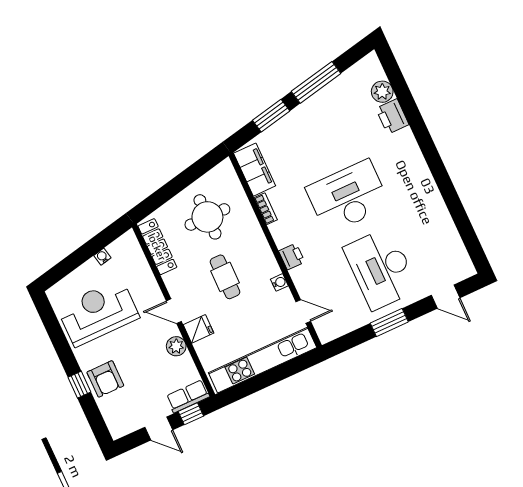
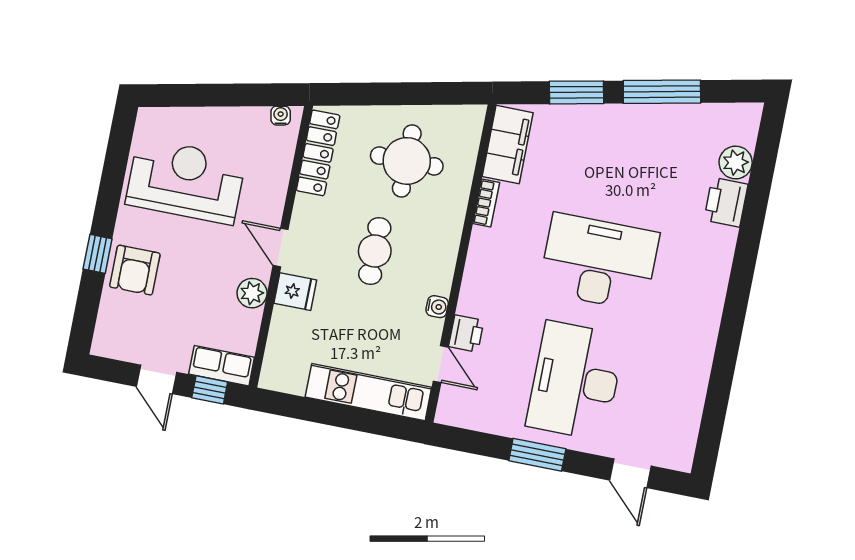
printer: (292, 256) -> (466, 334), moved
water cooler: (102, 257) -> (281, 116), moved
kitchen unit: (263, 360) -> (368, 392), width x0.73

